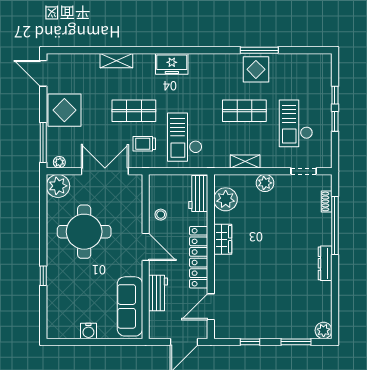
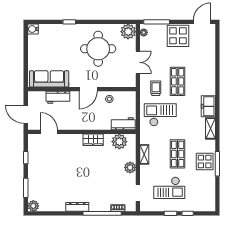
shelving: (116, 61) -> (210, 128), moved
checkout: (296, 123) -> (169, 188), turned 180
double door: (105, 171) -> (138, 62), width x0.73
locker: (199, 257) -> (81, 124), removed
water cooler: (88, 331) -> (33, 29), moved

